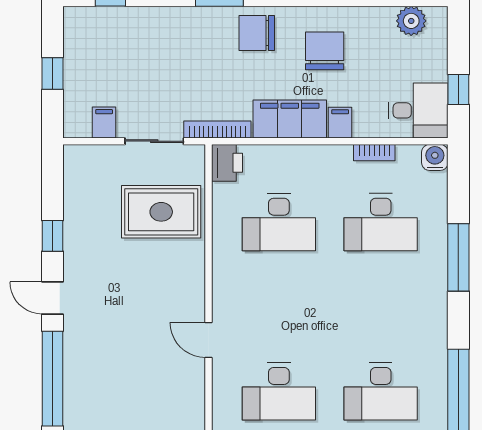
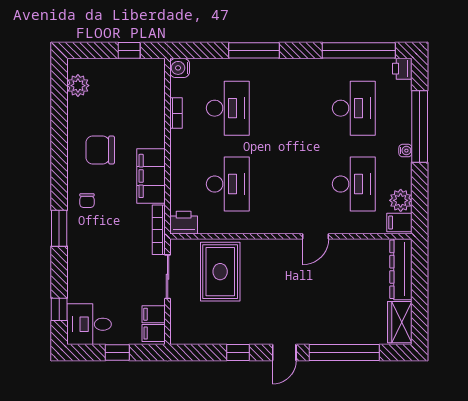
chair: (257, 33) -> (87, 201), width x0.54, depth x0.54
desk: (418, 110) -> (89, 324), moved, turned -90
filing cabinet: (340, 123) -> (154, 333), moved

